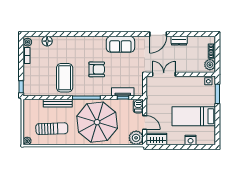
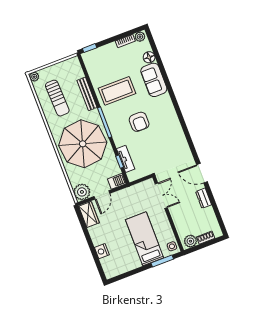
sofa: (120, 44) -> (154, 80), moved
bed: (194, 116) -> (144, 239), moved

